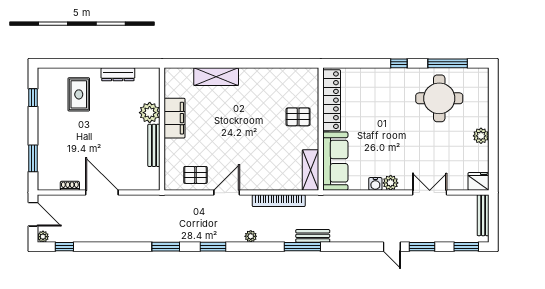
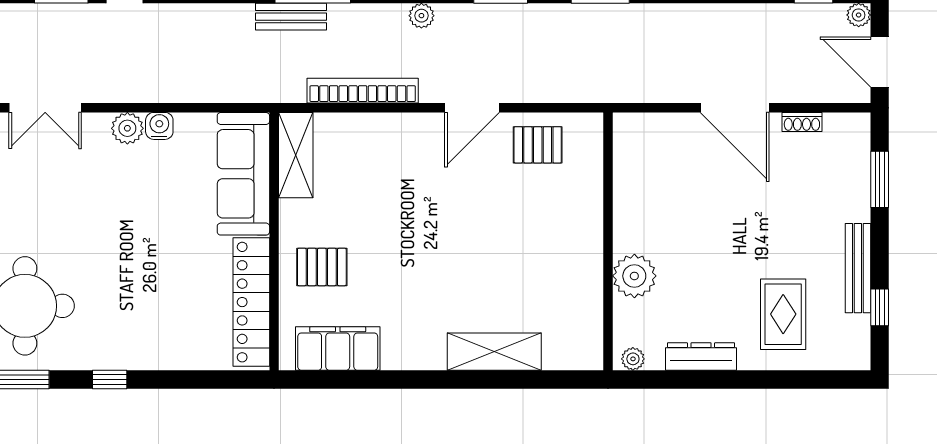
plant: (150, 73) -> (633, 359), added
filing cabinet: (175, 118) -> (338, 349), moved, turned 90
bench: (154, 145) -> (858, 268), moved

